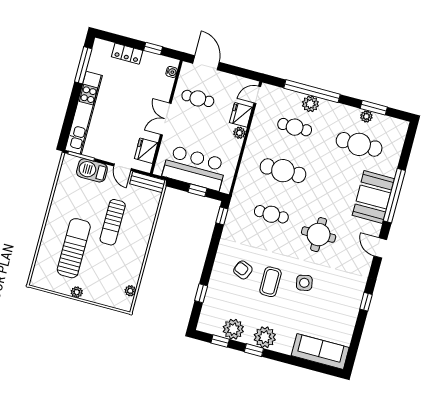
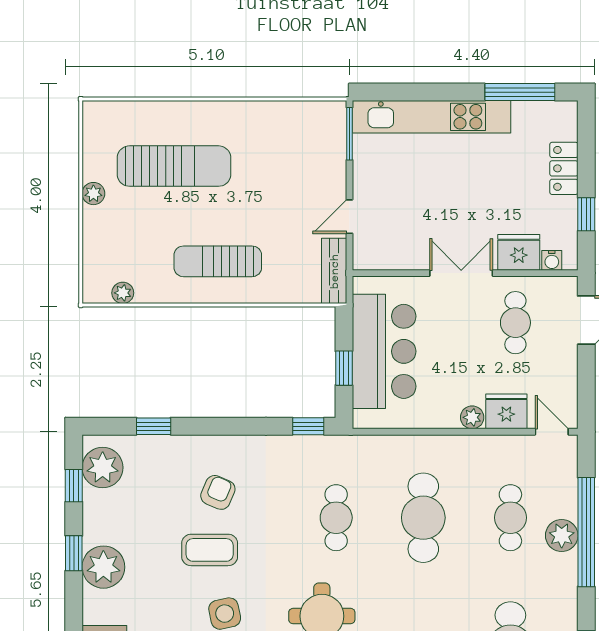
fridge: (146, 151) -> (519, 252), moved
barbecue: (92, 170) -> (328, 161), removed
sun lounger: (113, 222) -> (218, 261), moved
plant: (233, 329) -> (103, 468), moved

